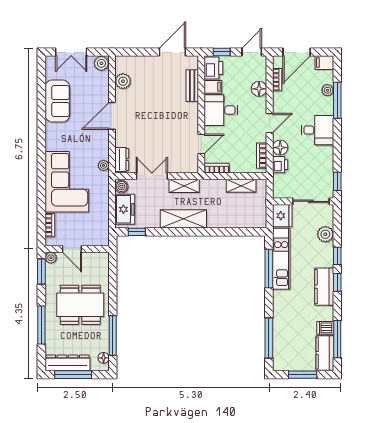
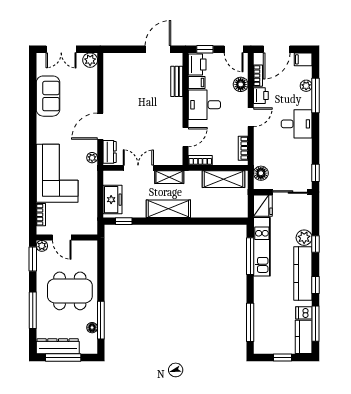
door: (252, 52) -> (234, 49), swing flipped
plant: (123, 81) -> (111, 77), removed
door: (112, 116) -> (100, 126), moved
floor lamp: (280, 148) -> (261, 173), moved
printer: (280, 165) -> (261, 96), moved
shelving: (241, 186) -> (224, 179), width x1.50, depth x1.33
boiler: (121, 187) -> (109, 178), removed
plant: (325, 234) -> (304, 238), moved
window: (337, 282) -> (315, 285), moved
kitchen counter: (324, 287) -> (303, 273), width x1.50
floor lamp: (104, 358) -> (92, 328), moved
window: (303, 375) -> (282, 358), width x0.67

